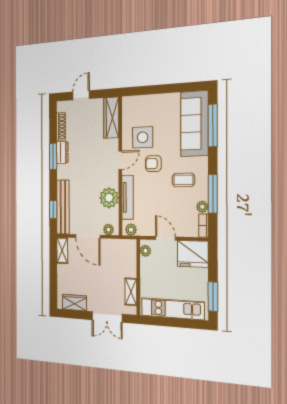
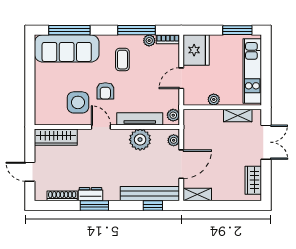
plant: (145, 251) -> (214, 99), moved

